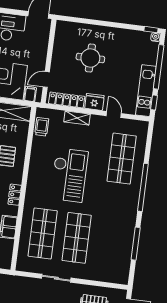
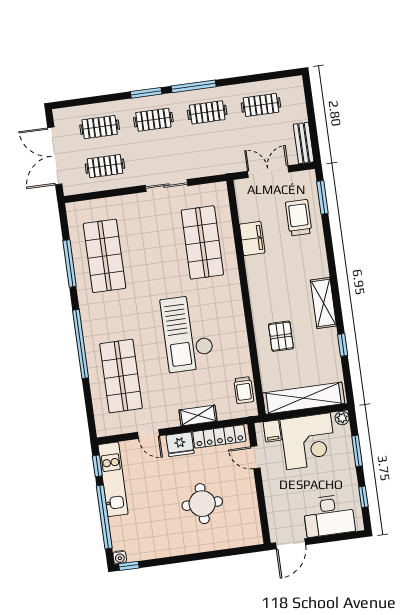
door: (46, 79) -> (255, 457), swing flipped
locker: (15, 195) -> (256, 286), removed
shop shelf: (77, 238) -> (105, 256), moved

